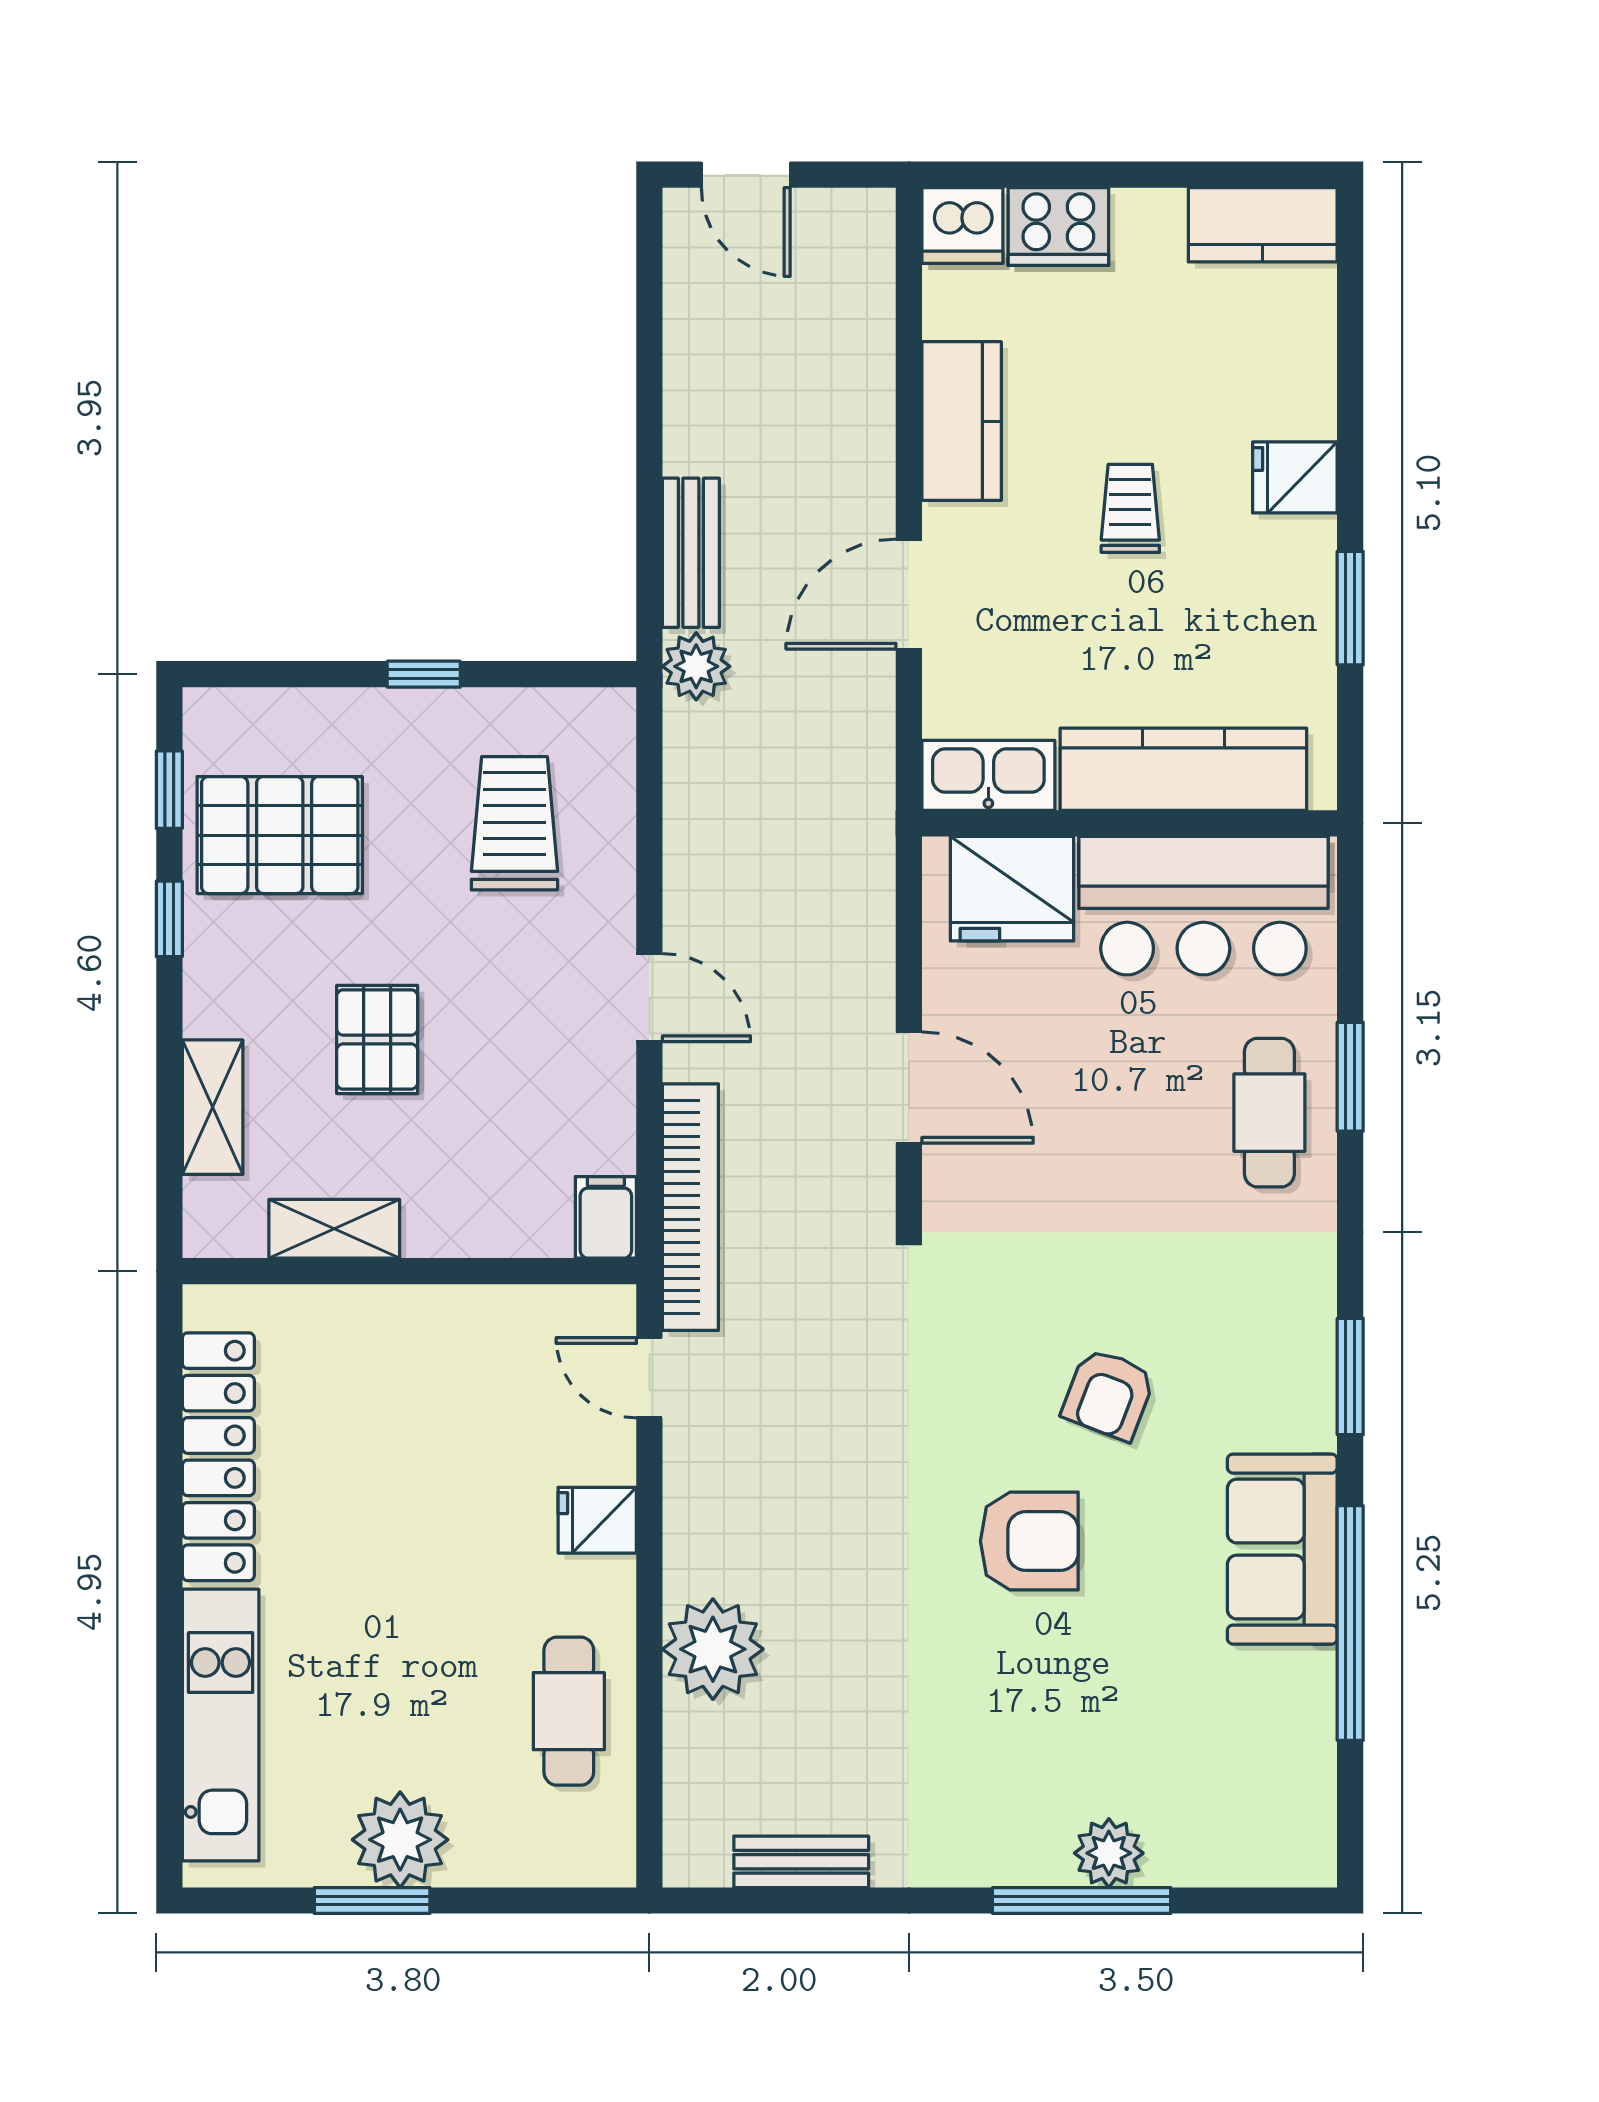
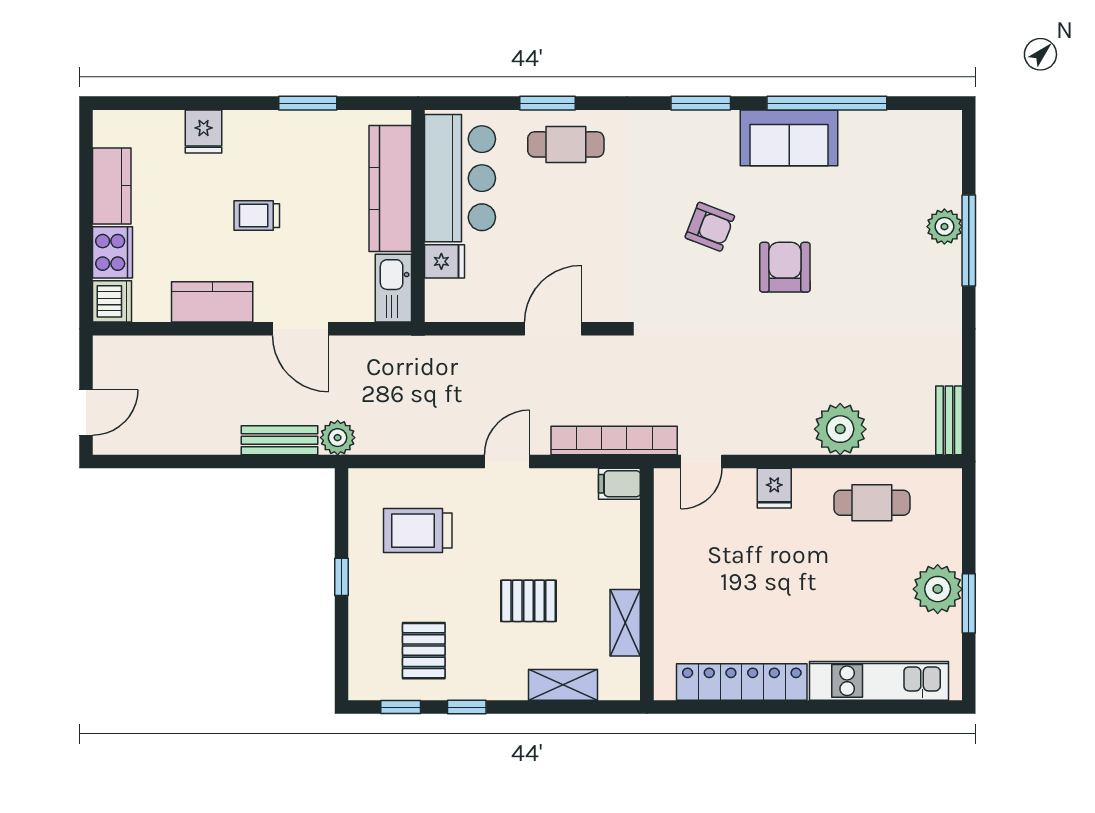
kitchen counter: (1263, 225) -> (112, 186), moved
fridge: (1295, 477) -> (204, 131), moved
pallet: (280, 835) -> (424, 651), width x0.67, depth x0.71
fridge: (1012, 889) -> (444, 261), width x0.53, depth x0.75
bench: (801, 1862) -> (949, 420), moved

